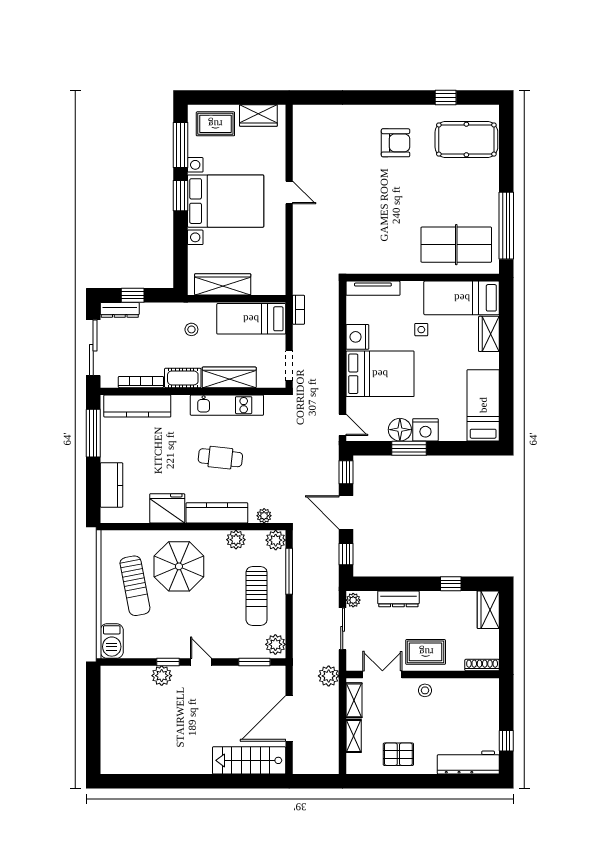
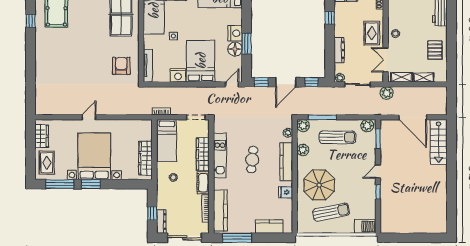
armchair: (396, 143) -> (121, 66), moved
fridge: (167, 508) -> (286, 192), width x0.53, depth x0.75
plant: (162, 676) -> (386, 196), removed

